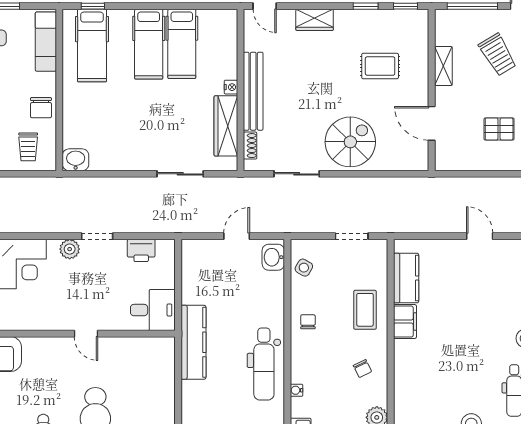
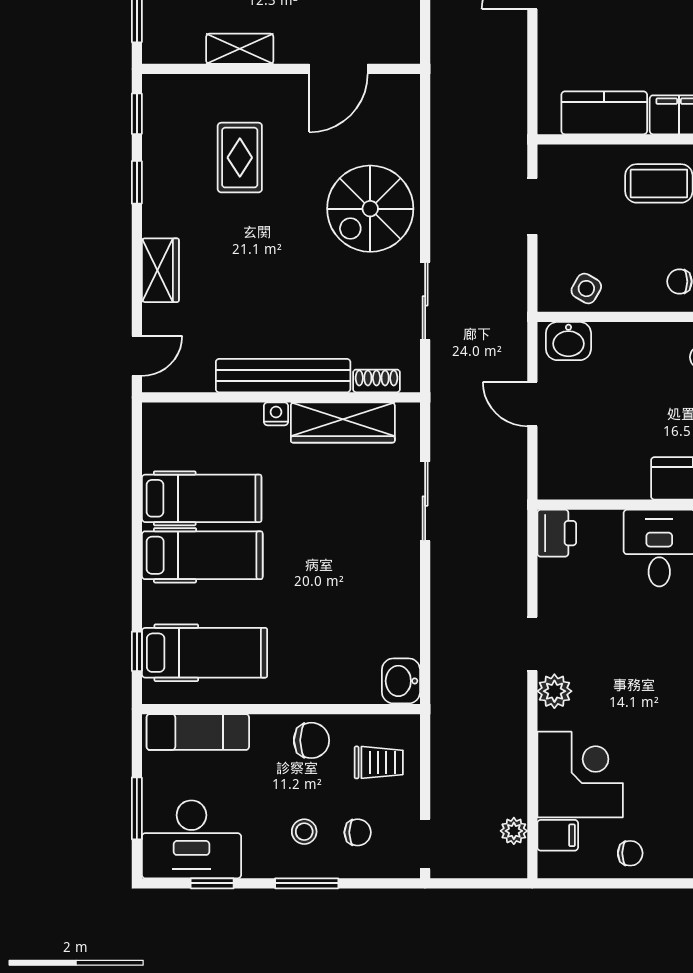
spiral stairs: (350, 142) -> (370, 209), turned -90
printer: (141, 250) -> (557, 533), moved

